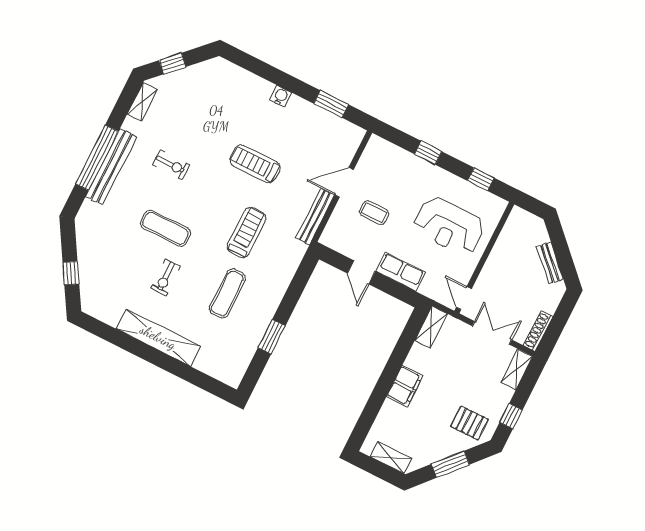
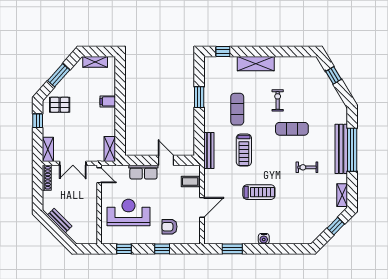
armchair: (402, 178) -> (170, 227), added
coffee table: (374, 213) -> (190, 181), moved
bench: (315, 217) -> (209, 150), moved
shelving: (158, 337) -> (256, 64), width x0.68
window: (207, 383) -> (223, 51), added
filing cabinet: (405, 386) -> (108, 101), width x0.50

